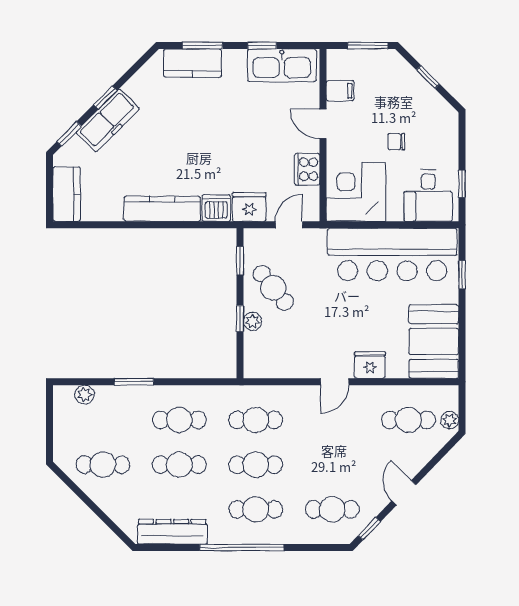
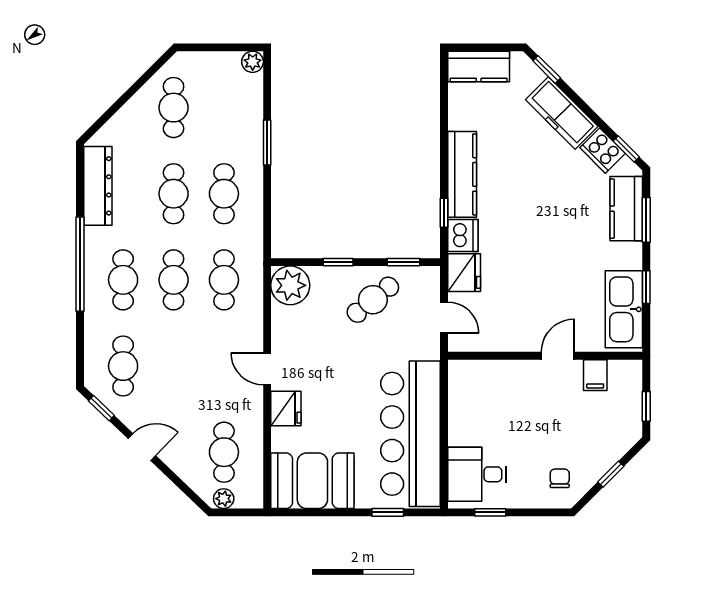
window: (368, 45) -> (646, 406), width x0.67
window: (105, 97) -> (626, 149), moved
chair: (396, 142) -> (560, 478), moved
cooker: (307, 169) -> (603, 151), moved, turned -135
corner desk: (356, 192) -> (481, 393), removed
window: (196, 225) -> (444, 213), added
plant: (253, 321) -> (290, 285), moved, width x1.88, depth x1.88
plant: (85, 395) -> (253, 62), moved

